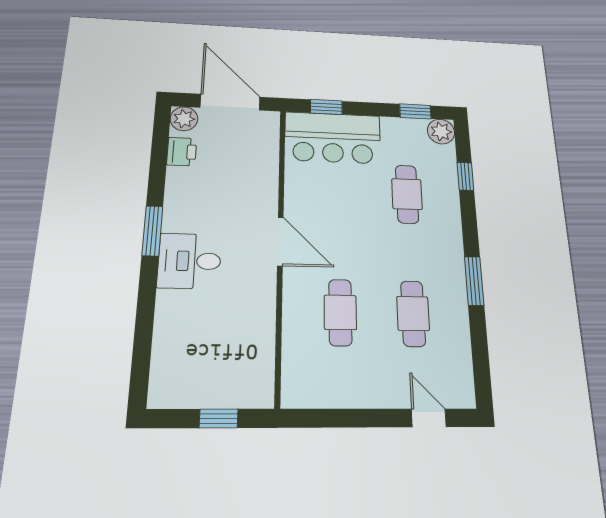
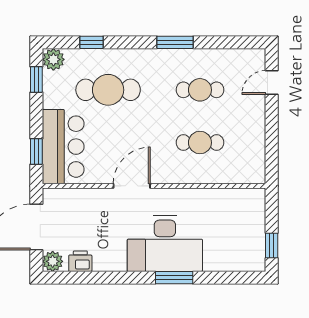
cafe table: (407, 194) -> (108, 90), width x1.37, depth x1.35
window: (152, 231) -> (174, 278), moved
door: (280, 241) -> (132, 186), moved
desk: (190, 261) -> (165, 244), width x1.87, depth x1.30
window: (219, 418) -> (272, 245), moved

